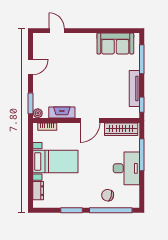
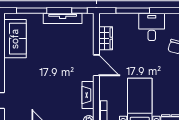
wardrobe: (121, 129) -> (106, 38), width x0.67
desk: (126, 168) -> (152, 27), width x0.73

